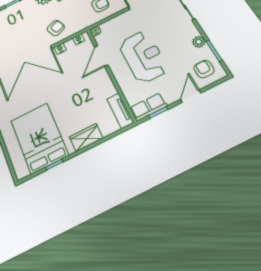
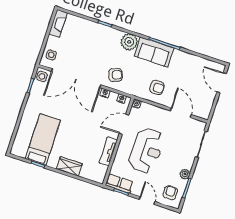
door: (191, 96) -> (147, 200), hinge flipped
tv unit: (120, 111) -> (108, 151), moved
bed: (39, 138) -> (43, 140), width x0.67

